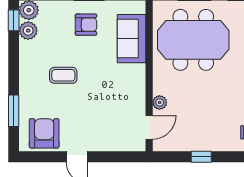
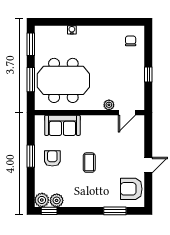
meeting table: (193, 40) -> (63, 80), turned 90
coffee table: (63, 75) -> (89, 163), moved
door: (149, 127) -> (127, 113), swing flipped

